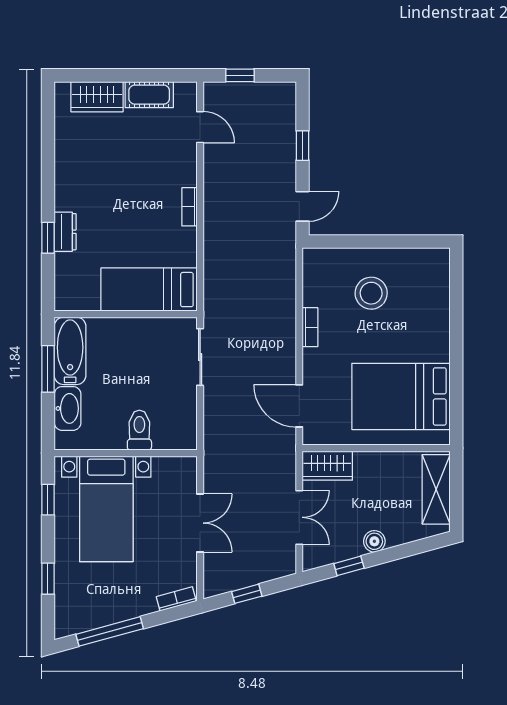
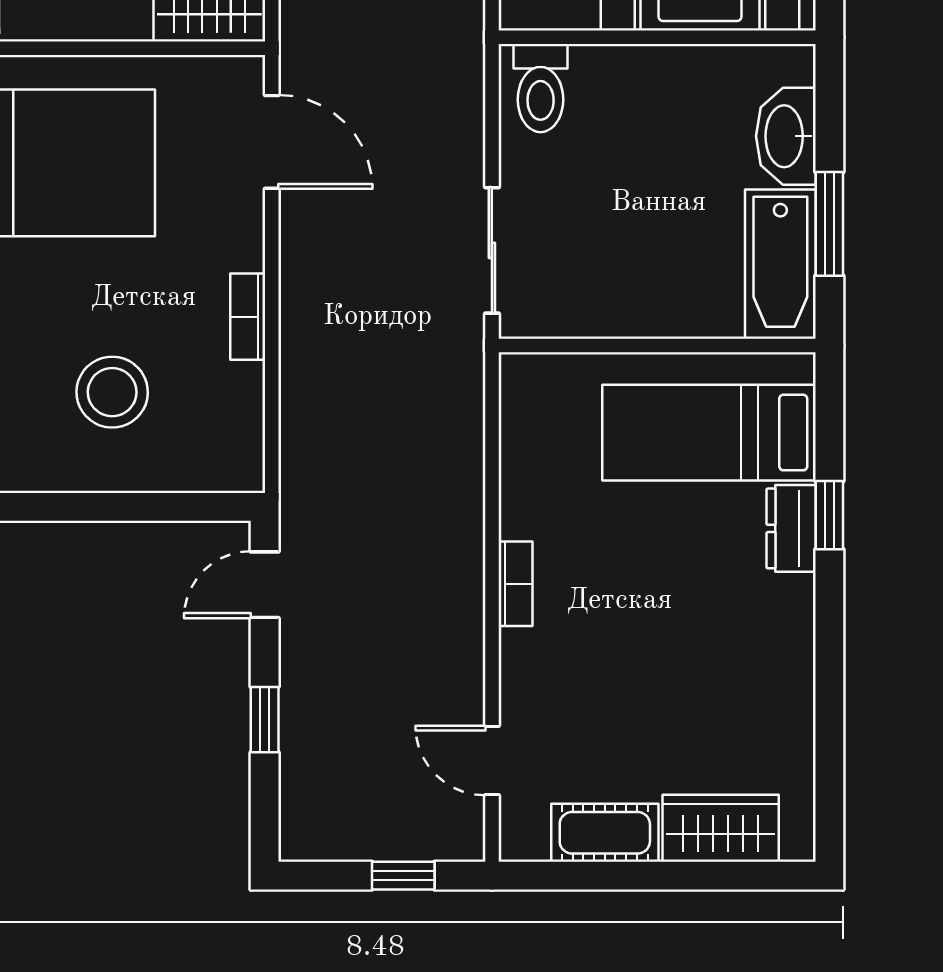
bed: (149, 290) -> (709, 433), moved, turned 180
toilet: (139, 430) -> (541, 88), moved

